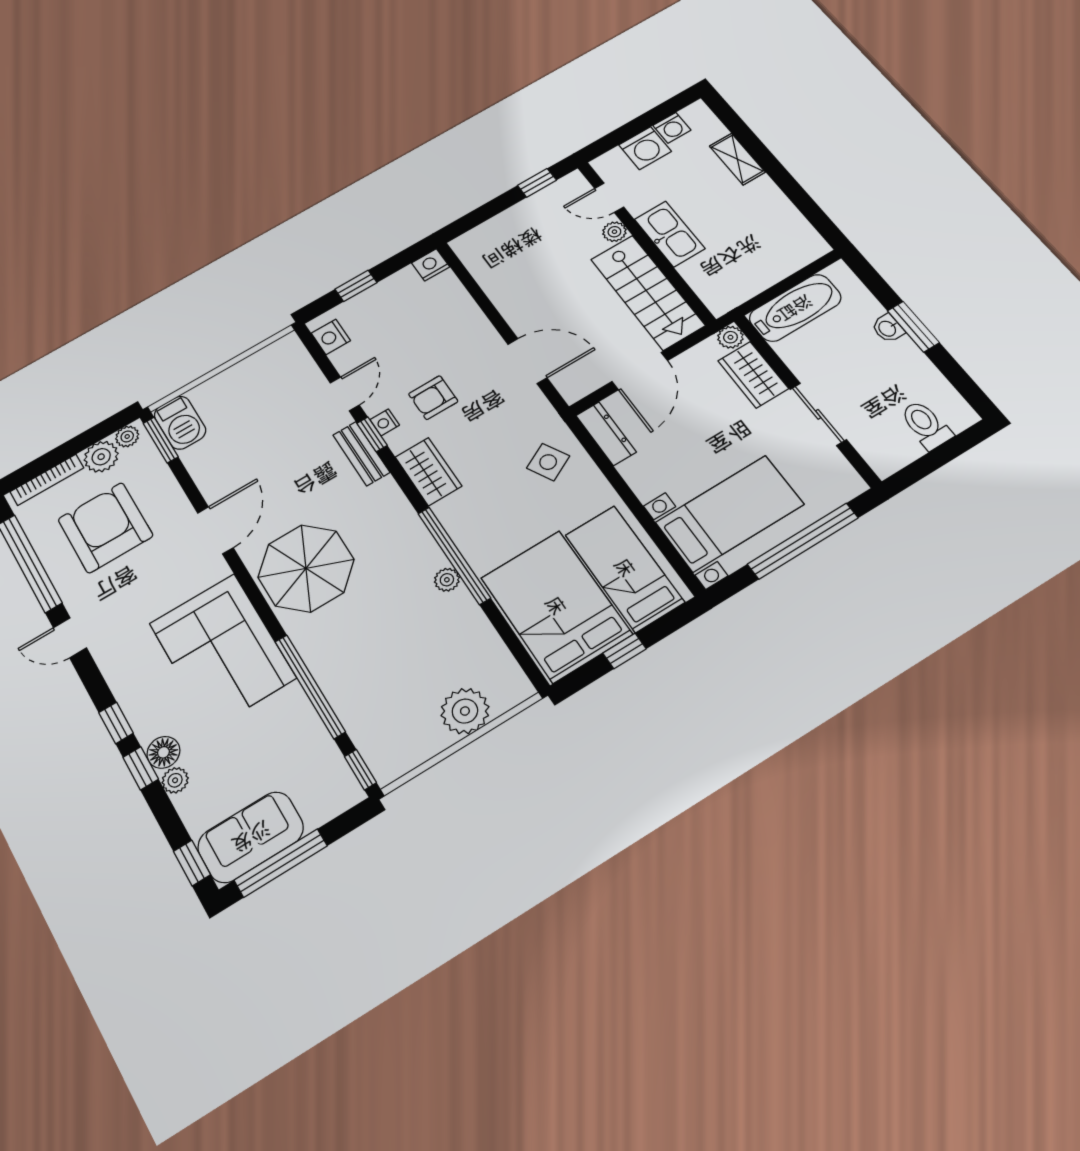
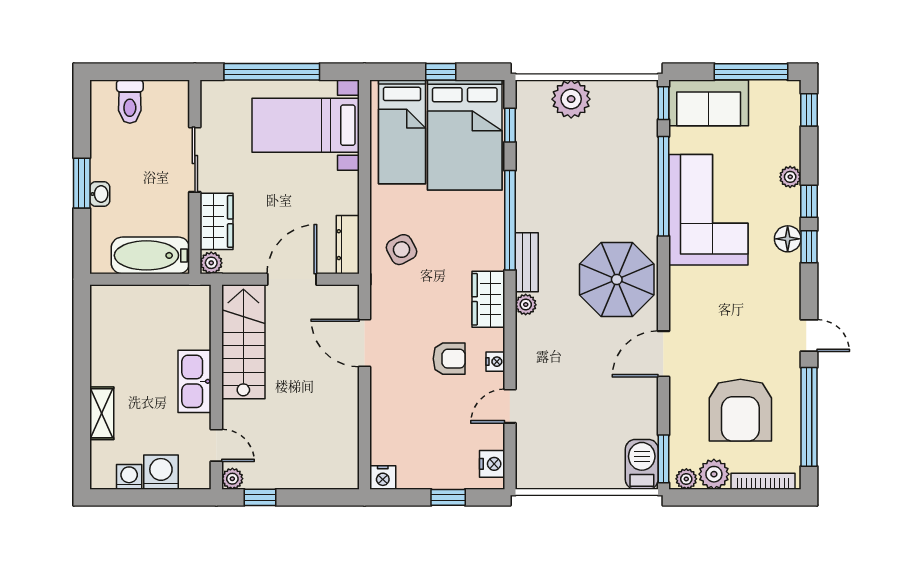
plant: (614, 232) -> (232, 479), moved
window: (372, 434) -> (510, 125), moved
bench: (361, 454) -> (527, 262), moved
plant: (447, 580) -> (526, 305), moved
corner sofa: (222, 651) -> (708, 210), moved
floor lamp: (163, 752) -> (788, 239), moved
sofa: (251, 837) -> (709, 103), moved

